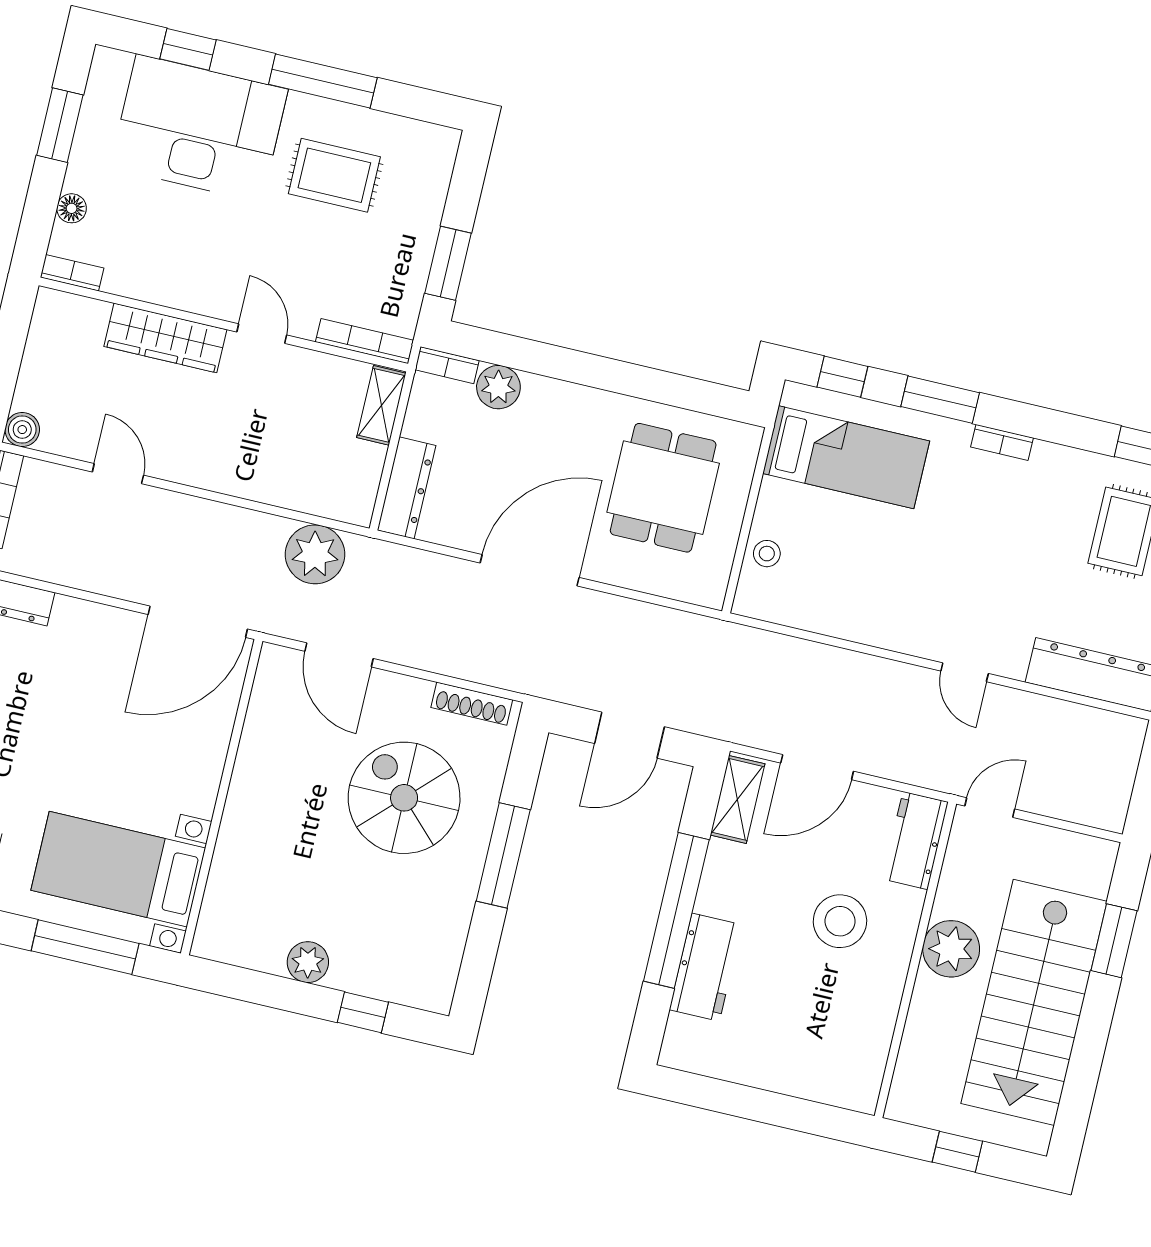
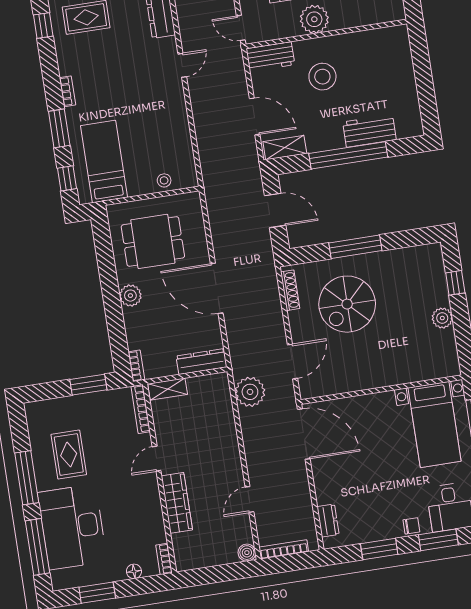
window: (188, 49) -> (37, 547), width x2.17
plant: (498, 387) -> (130, 296), moved

